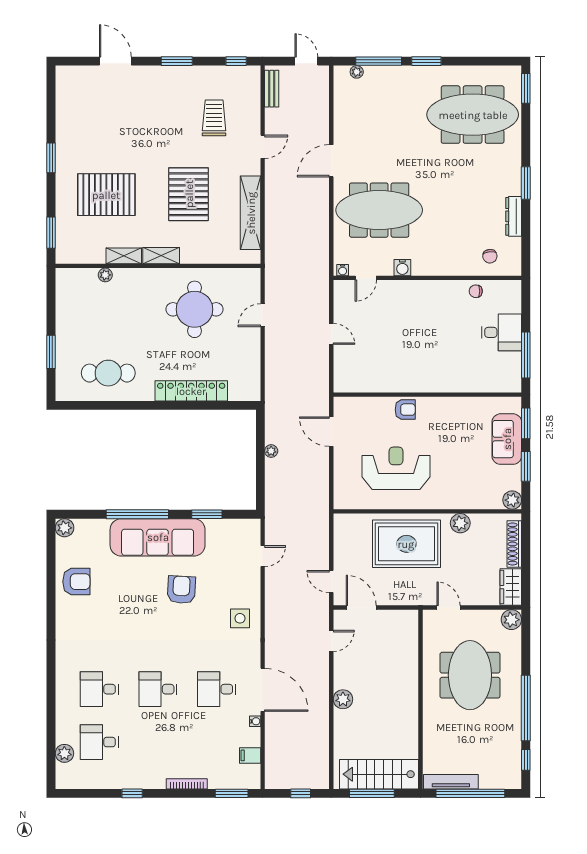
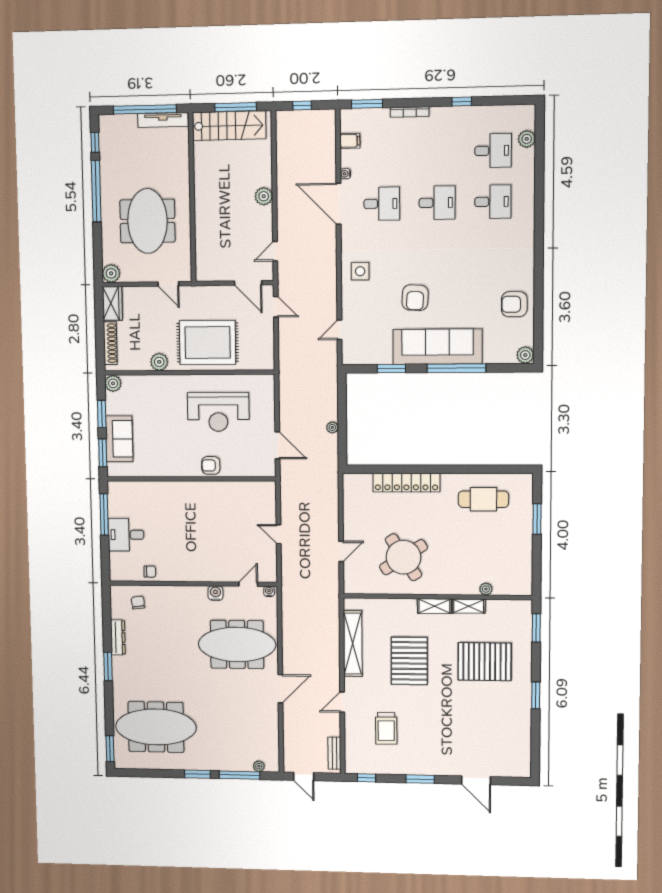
round table: (195, 309) -> (403, 557), turned -33

